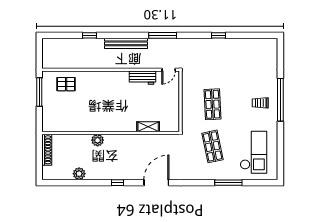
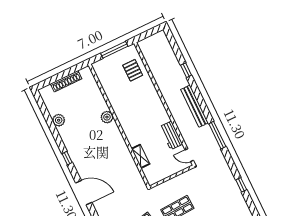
shelving: (148, 127) -> (141, 156), moved
wall: (111, 133) -> (119, 126), moved
plant: (98, 140) -> (107, 117), moved

